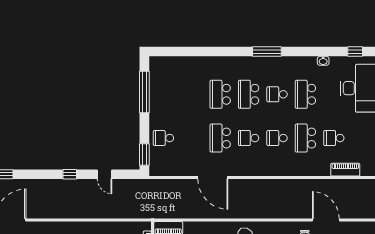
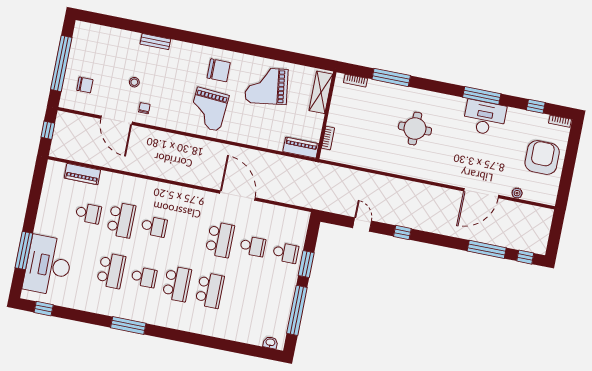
window: (267, 51) -> (128, 325), moved
washbasin: (323, 61) -> (270, 343), moved
school desk: (249, 138) -> (253, 246), moved
window: (144, 154) -> (306, 264), moved

